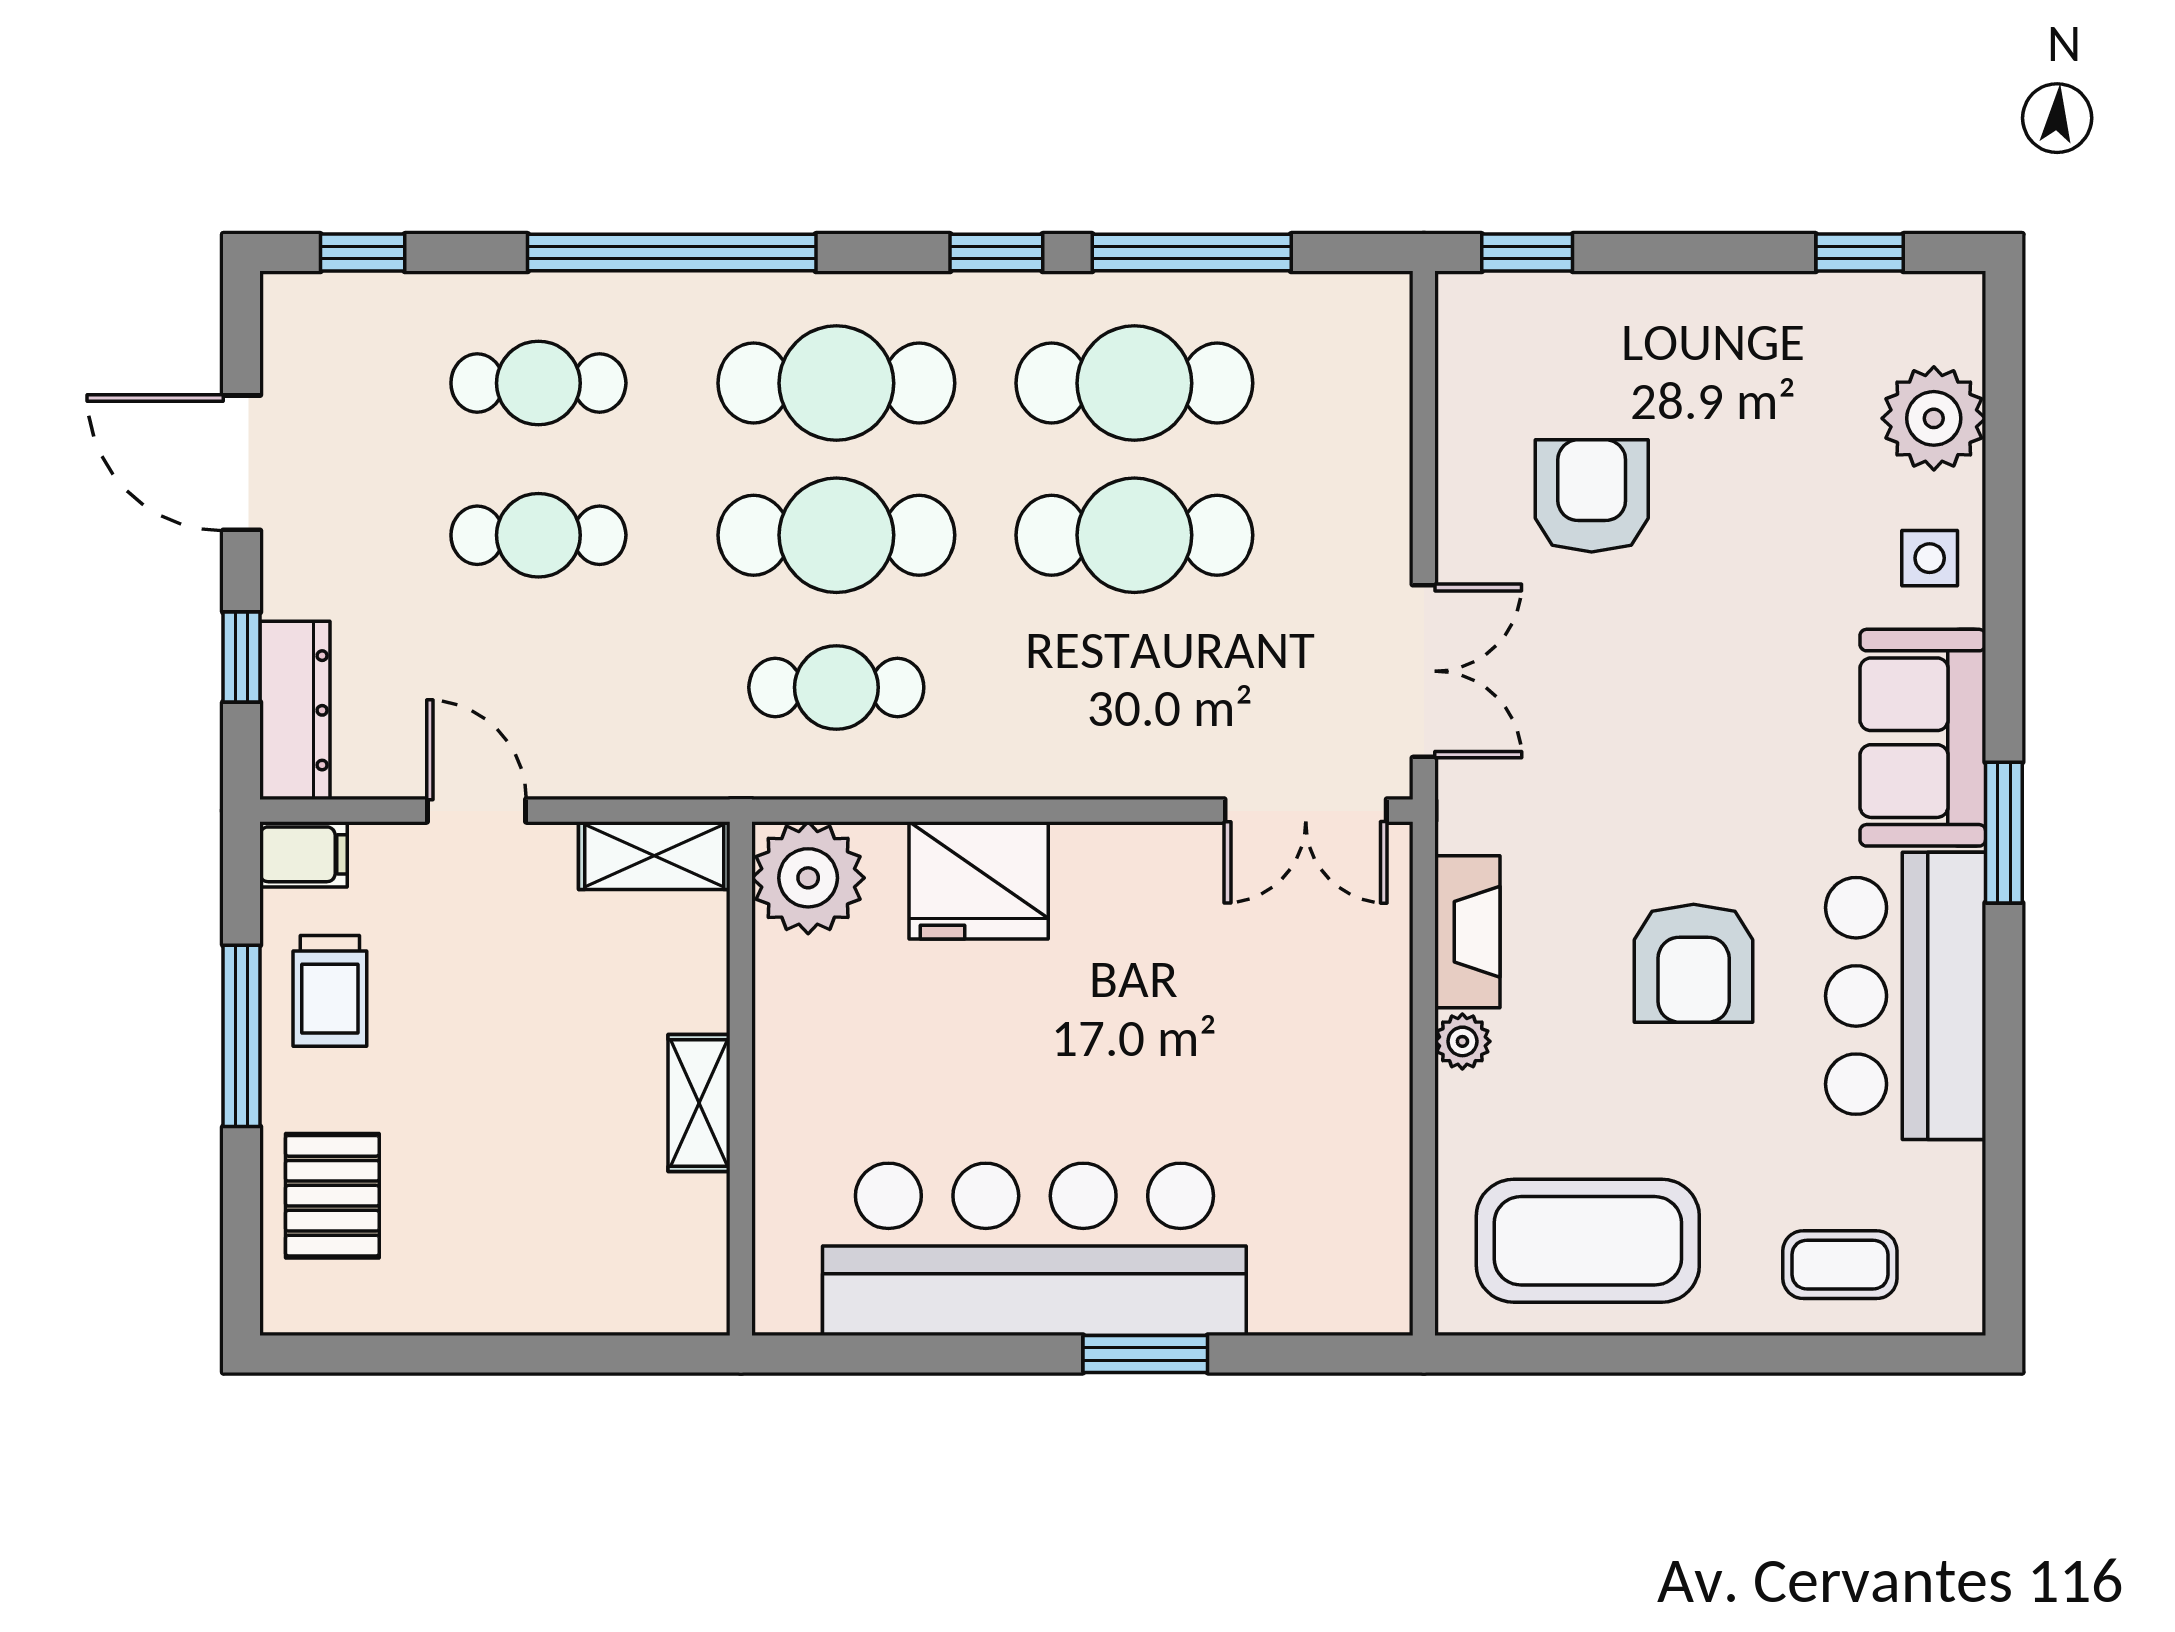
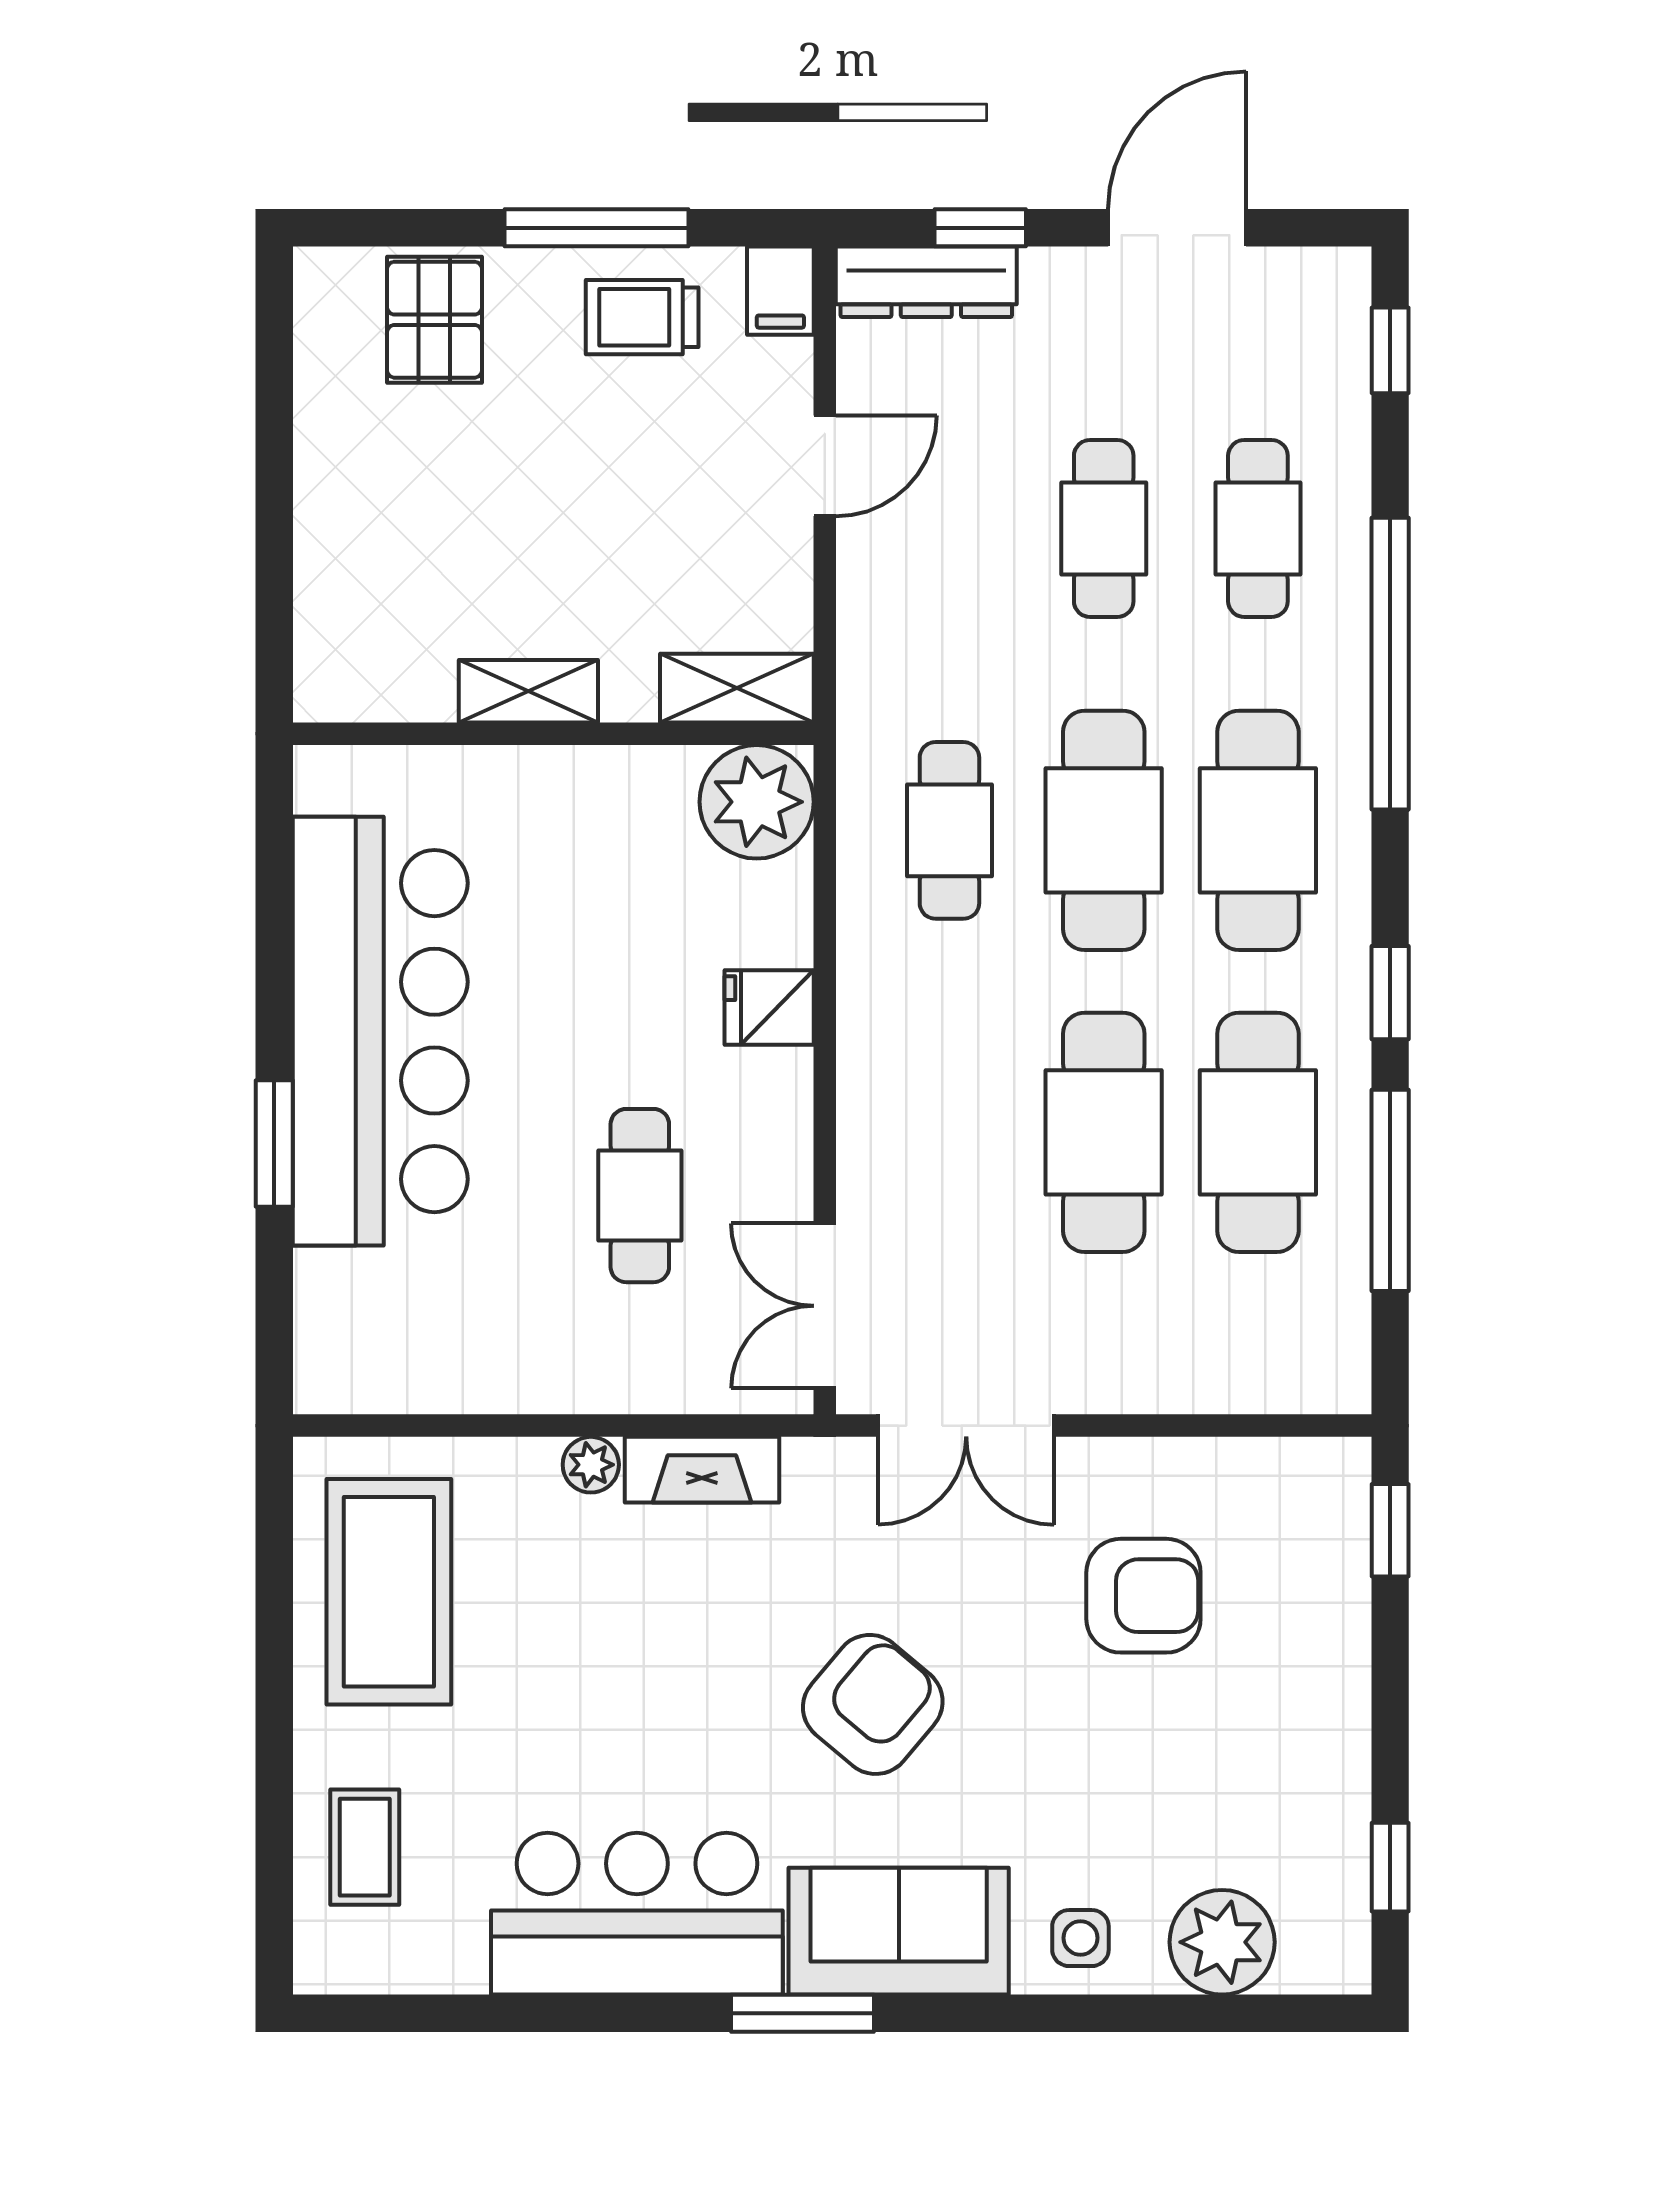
shelving: (654, 856) -> (737, 688), moved, turned 90
fridge: (979, 880) -> (769, 1008), width x0.53, depth x0.75
armchair: (1694, 963) -> (873, 1704), moved, turned 130
cafe table: (1197, 993) -> (640, 1196), added
pallet: (332, 1196) -> (435, 320), turned 90

